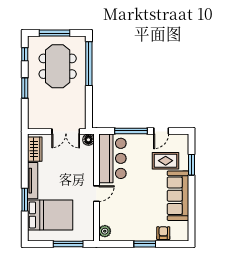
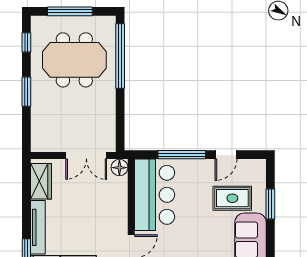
meeting table: (58, 66) -> (74, 60), turned 90

